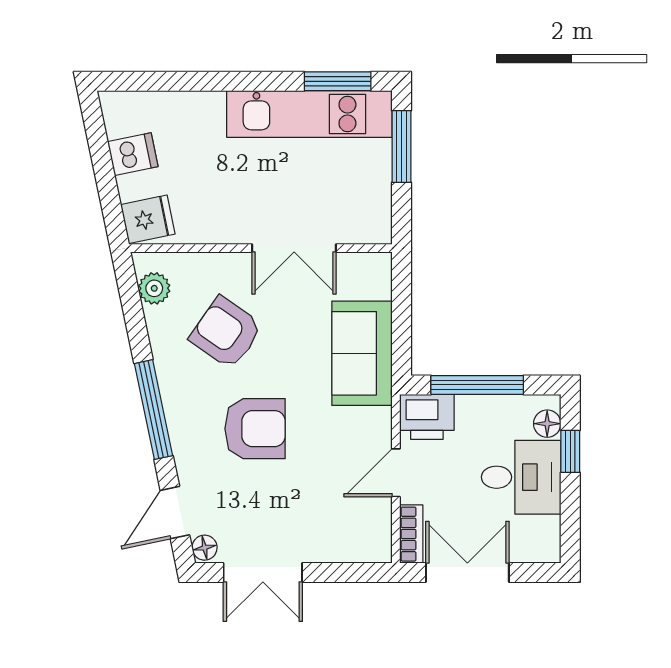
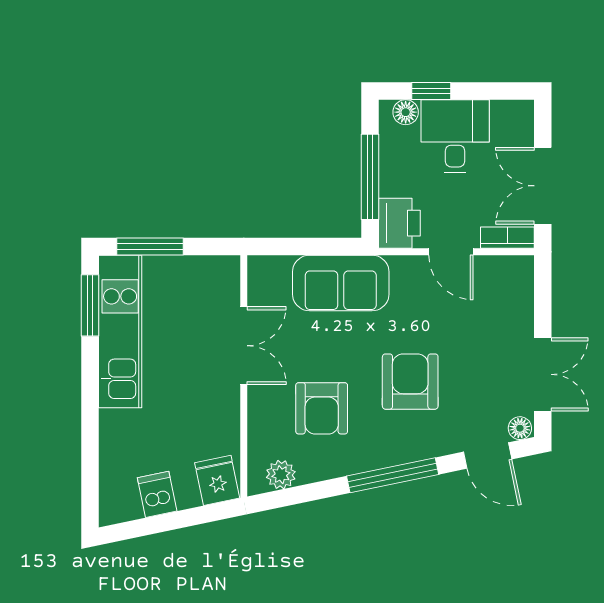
armchair: (226, 333) -> (322, 408), turned -35

